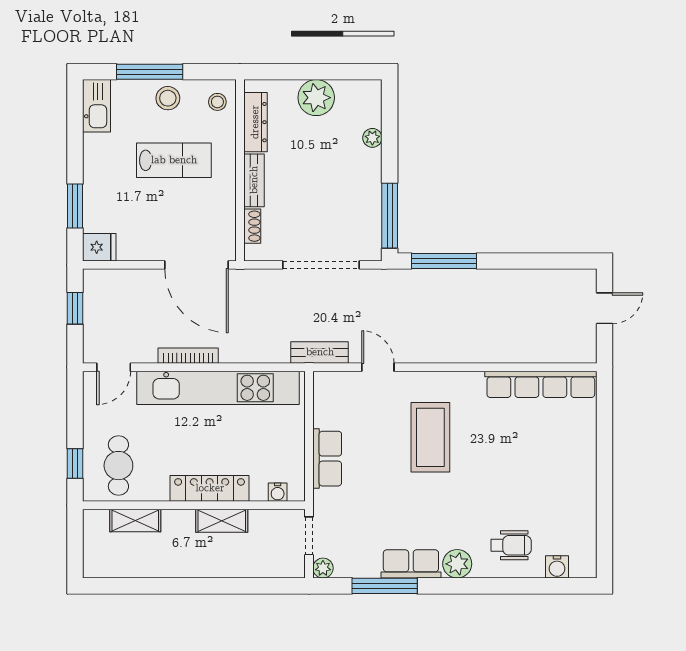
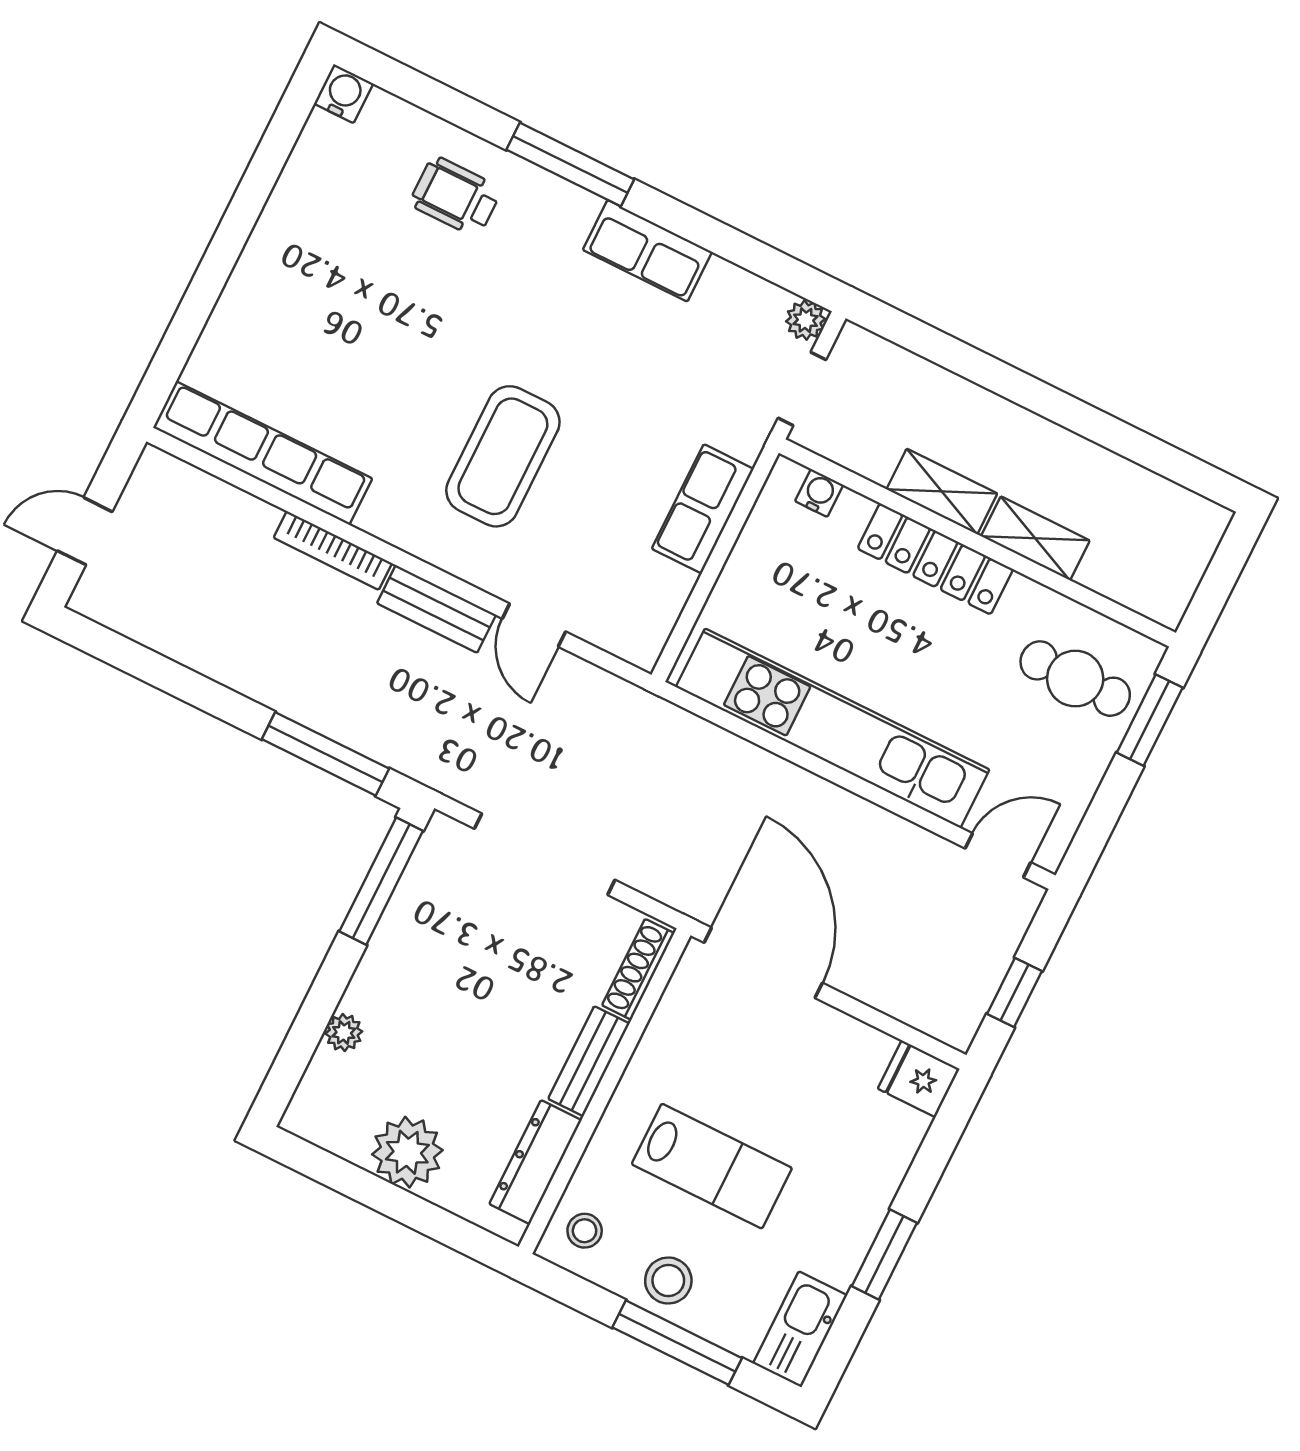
lab bench: (174, 160) -> (712, 1166), turned 180
window: (75, 206) -> (884, 1255), moved
shoe rack: (252, 226) -> (638, 969), width x1.43
bench: (320, 352) -> (436, 609), moved
bookcase: (188, 356) -> (333, 550), moved
window: (75, 463) -> (1150, 720), width x1.50
cafe table: (118, 466) -> (1075, 679), turned 90
shelving: (135, 521) -> (1035, 538), moved
plant: (457, 564) -> (566, 211), removed
water cooler: (557, 567) -> (344, 94), moved
window: (385, 586) -> (570, 165), moved

